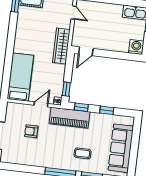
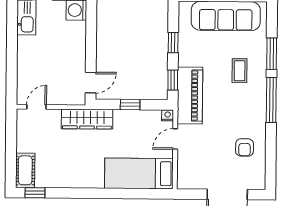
door: (86, 51) -> (91, 83), hinge flipped
window: (66, 89) -> (130, 105), moved
door: (41, 104) -> (175, 139), hinge flipped
armchair: (31, 131) -> (245, 147), moved

